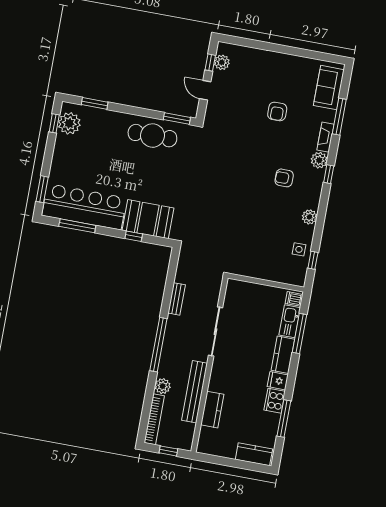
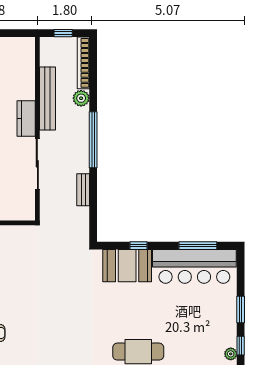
plant: (69, 123) -> (231, 354), width x0.53, depth x0.53
window: (42, 189) -> (241, 310), moved
kitchen counter: (212, 410) -> (26, 118), moved

